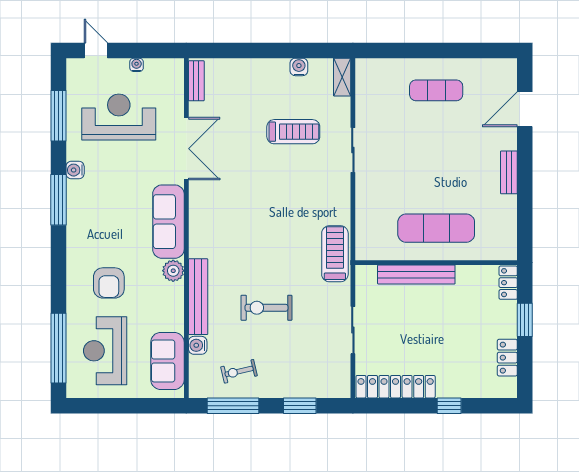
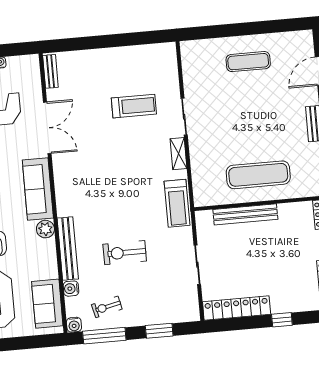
water cooler: (299, 67) -> (74, 325), moved, turned 180
shelving: (342, 77) -> (178, 154), moved
treadmill: (335, 254) -> (177, 203), turned 180

